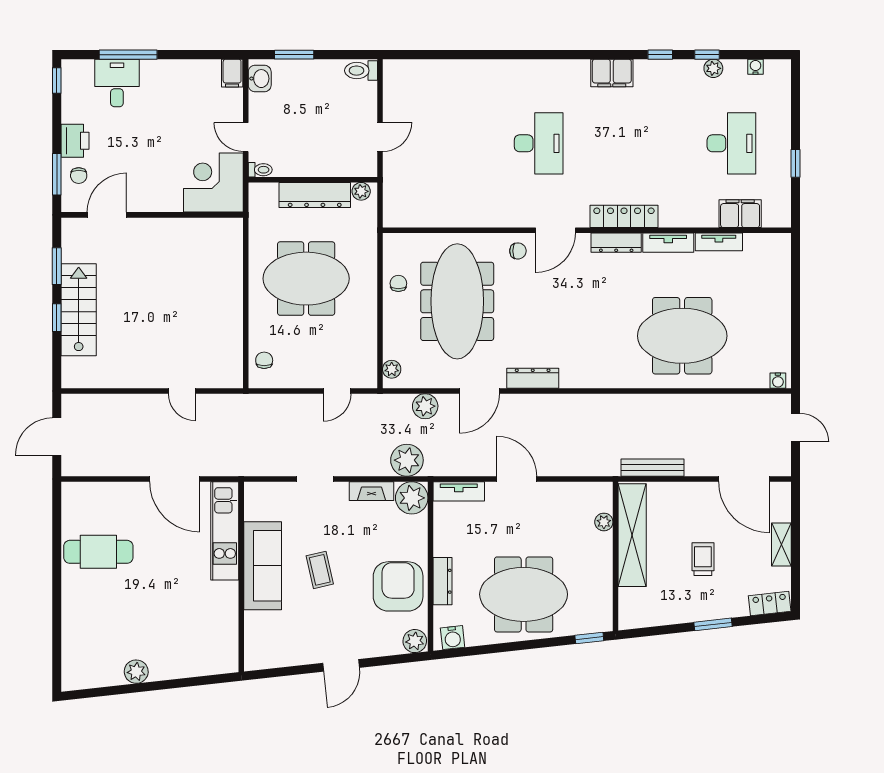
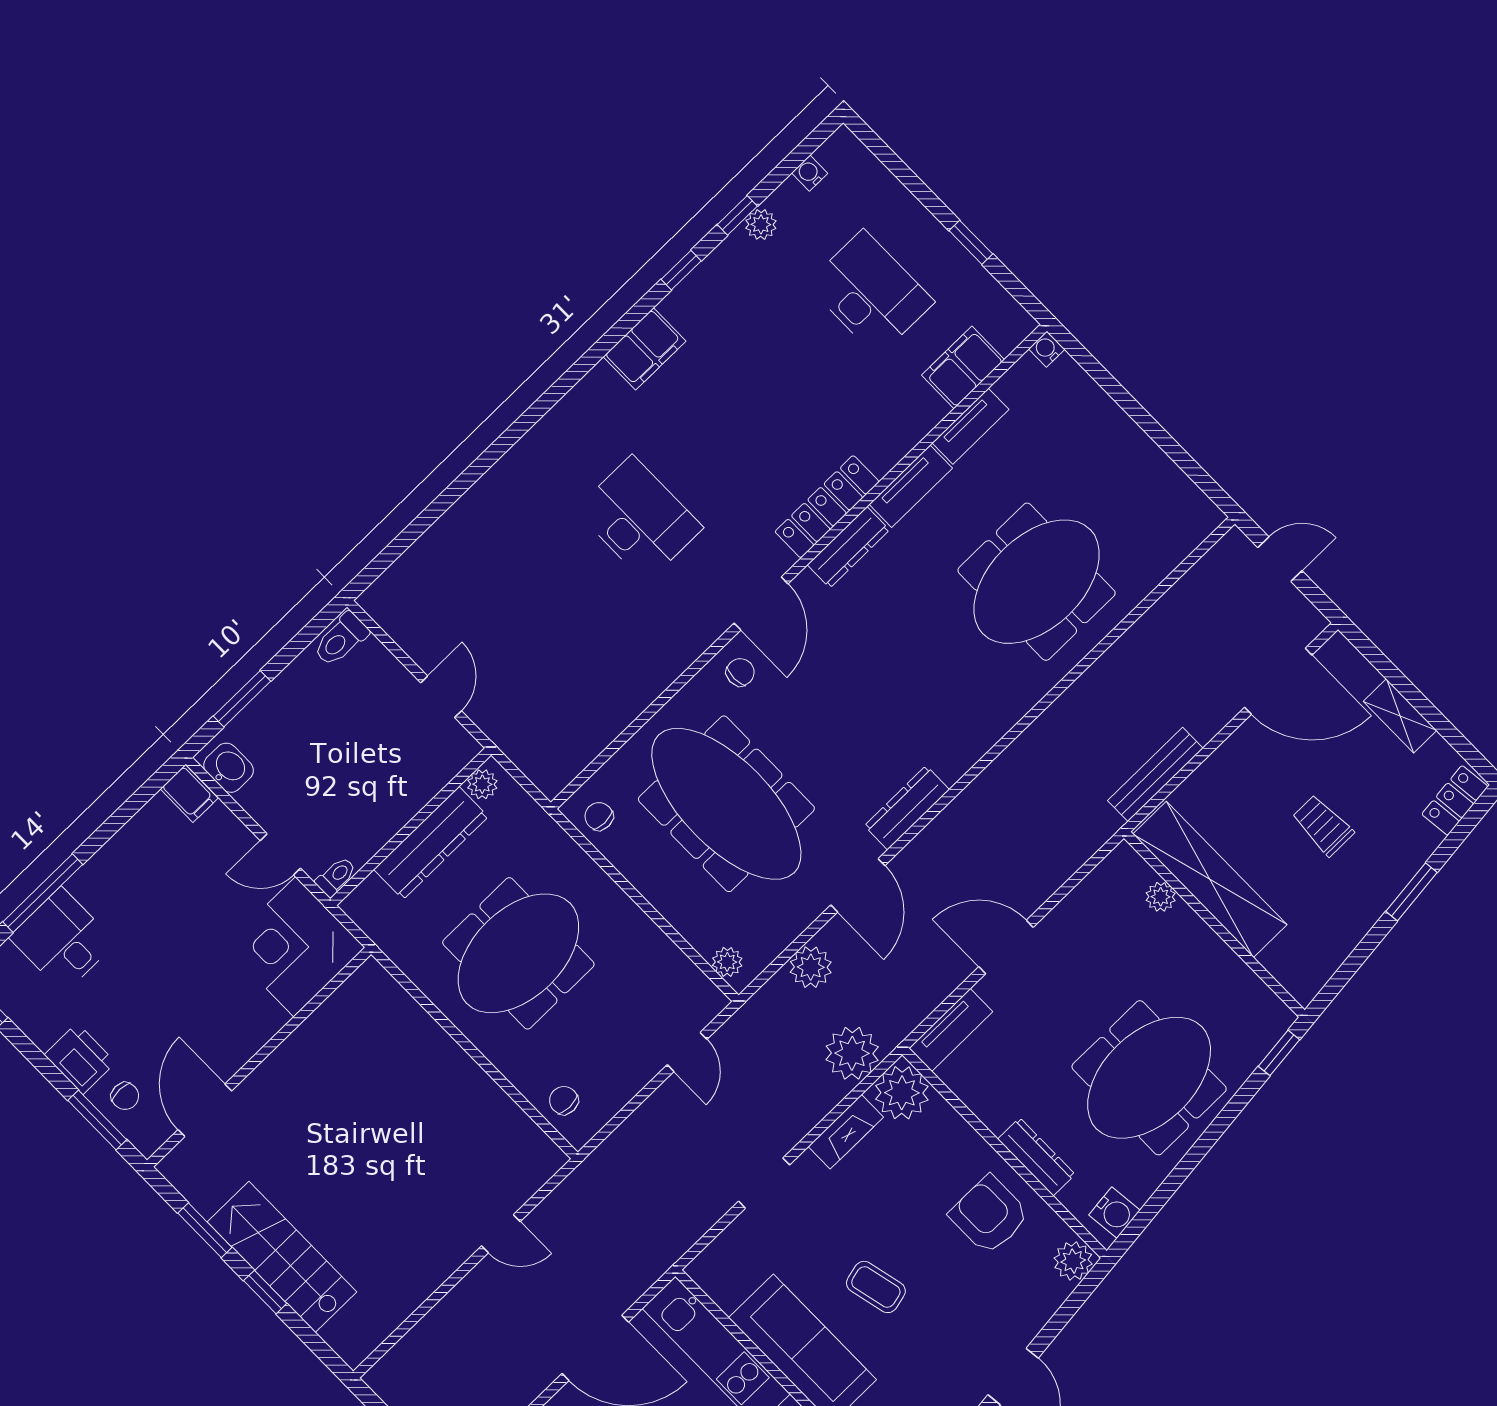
chair: (398, 283) -> (599, 816), moved
water cooler: (778, 381) -> (1047, 349), moved, turned 180
armchair: (398, 586) -> (989, 1215), width x0.73, depth x0.73

